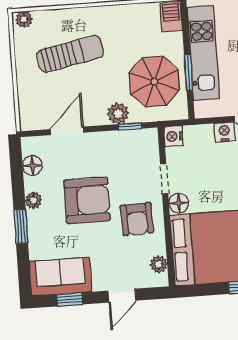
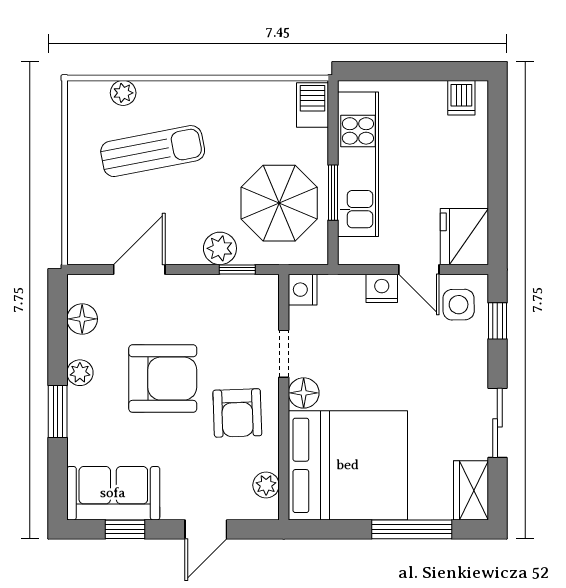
plant: (24, 19) -> (123, 93), moved

